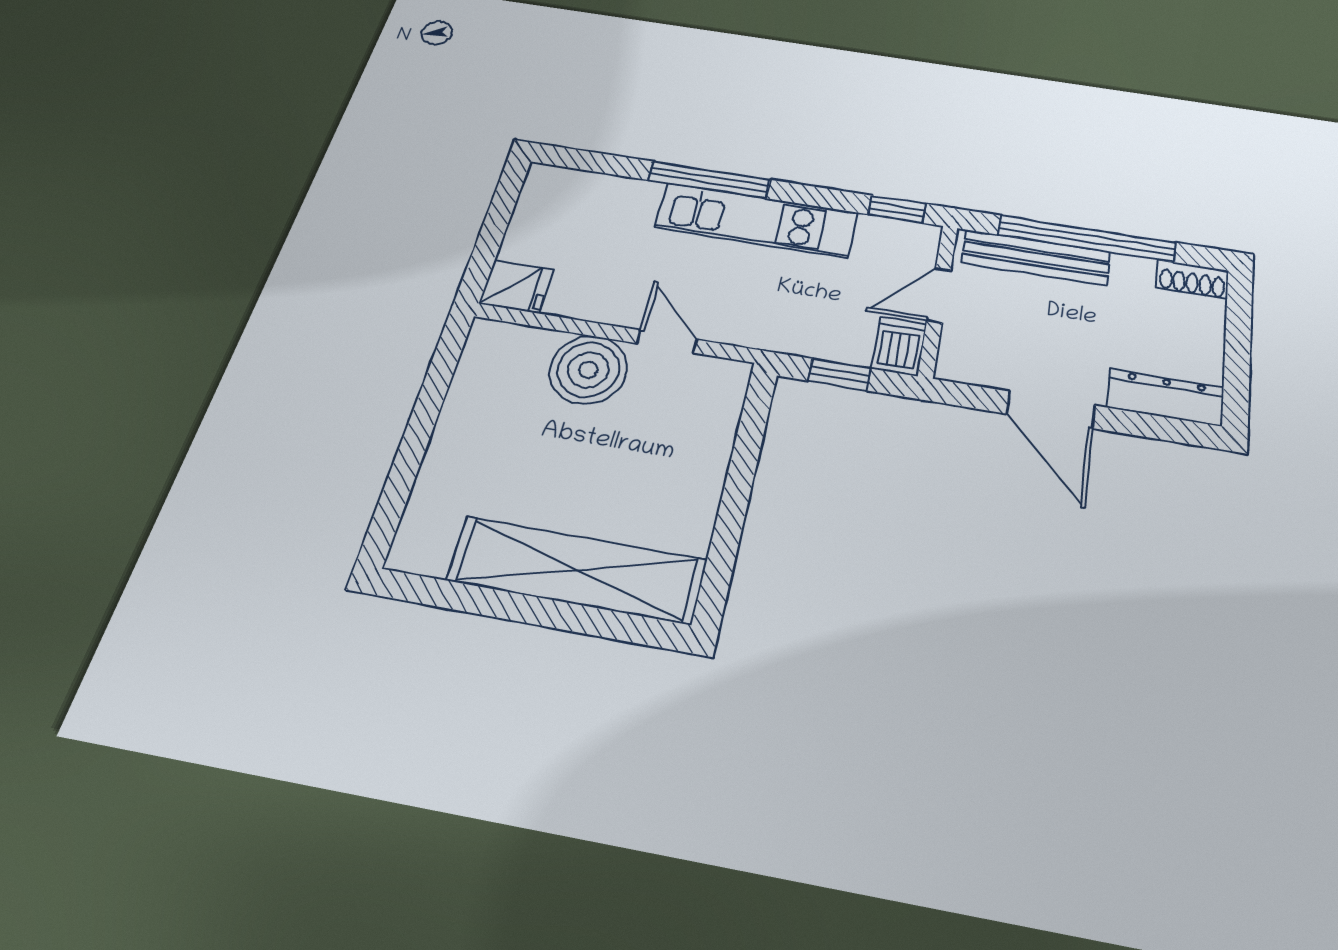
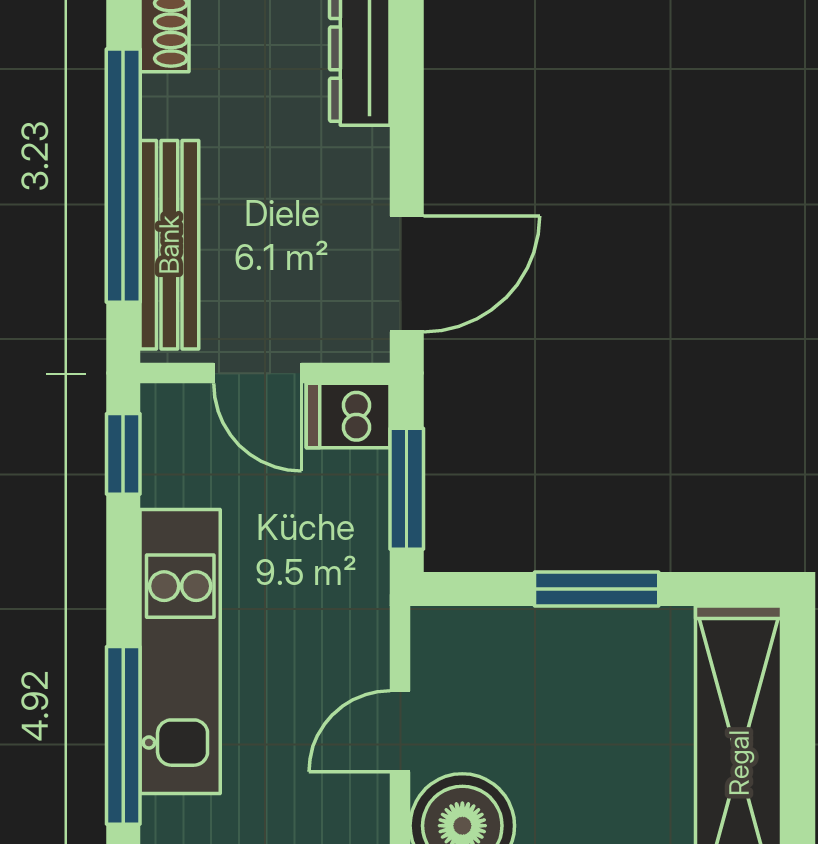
window: (839, 375) -> (407, 489), width x1.50
door: (1051, 410) -> (407, 274), moved
window: (737, 490) -> (597, 589), added

